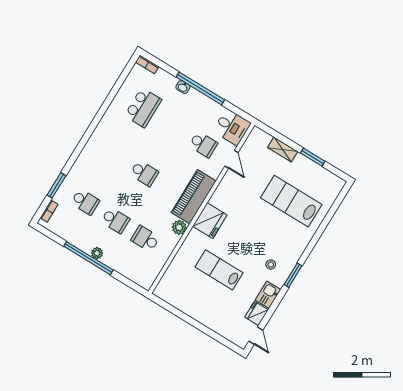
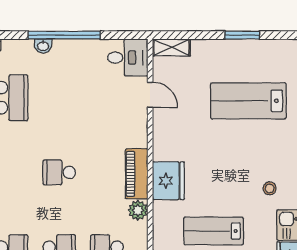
school desk: (203, 144) -> (107, 98), removed
shelving: (283, 149) -> (171, 47), moved
school desk: (144, 173) -> (59, 172), turned 180
piano: (194, 197) -> (137, 174), width x0.73, depth x0.75

